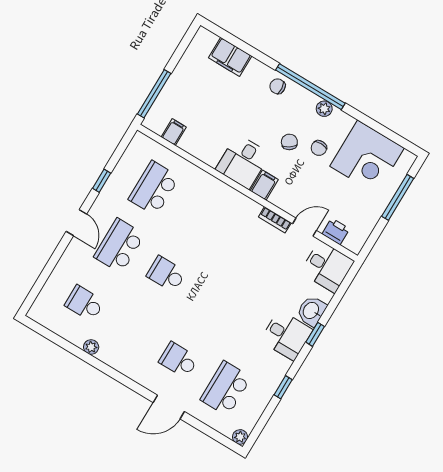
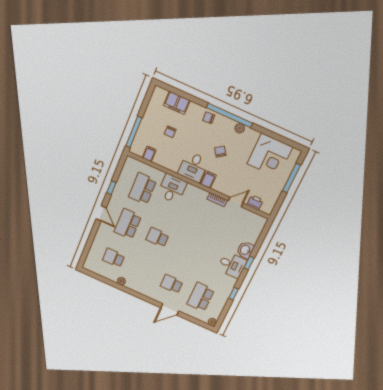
chair: (319, 148) -> (170, 132), moved
desk: (327, 267) -> (172, 189), moved, turned -90

